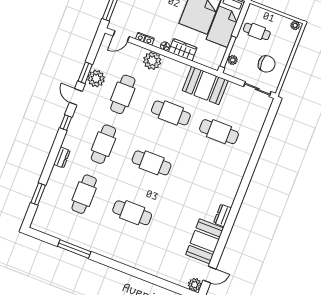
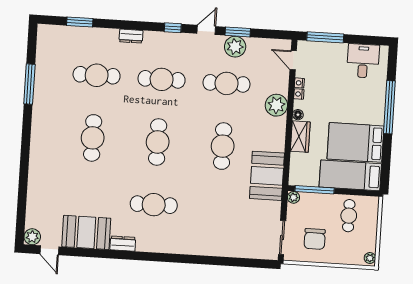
plant: (233, 60) -> (293, 197), moved
cafe table: (219, 132) -> (154, 205), moved, turned 90

